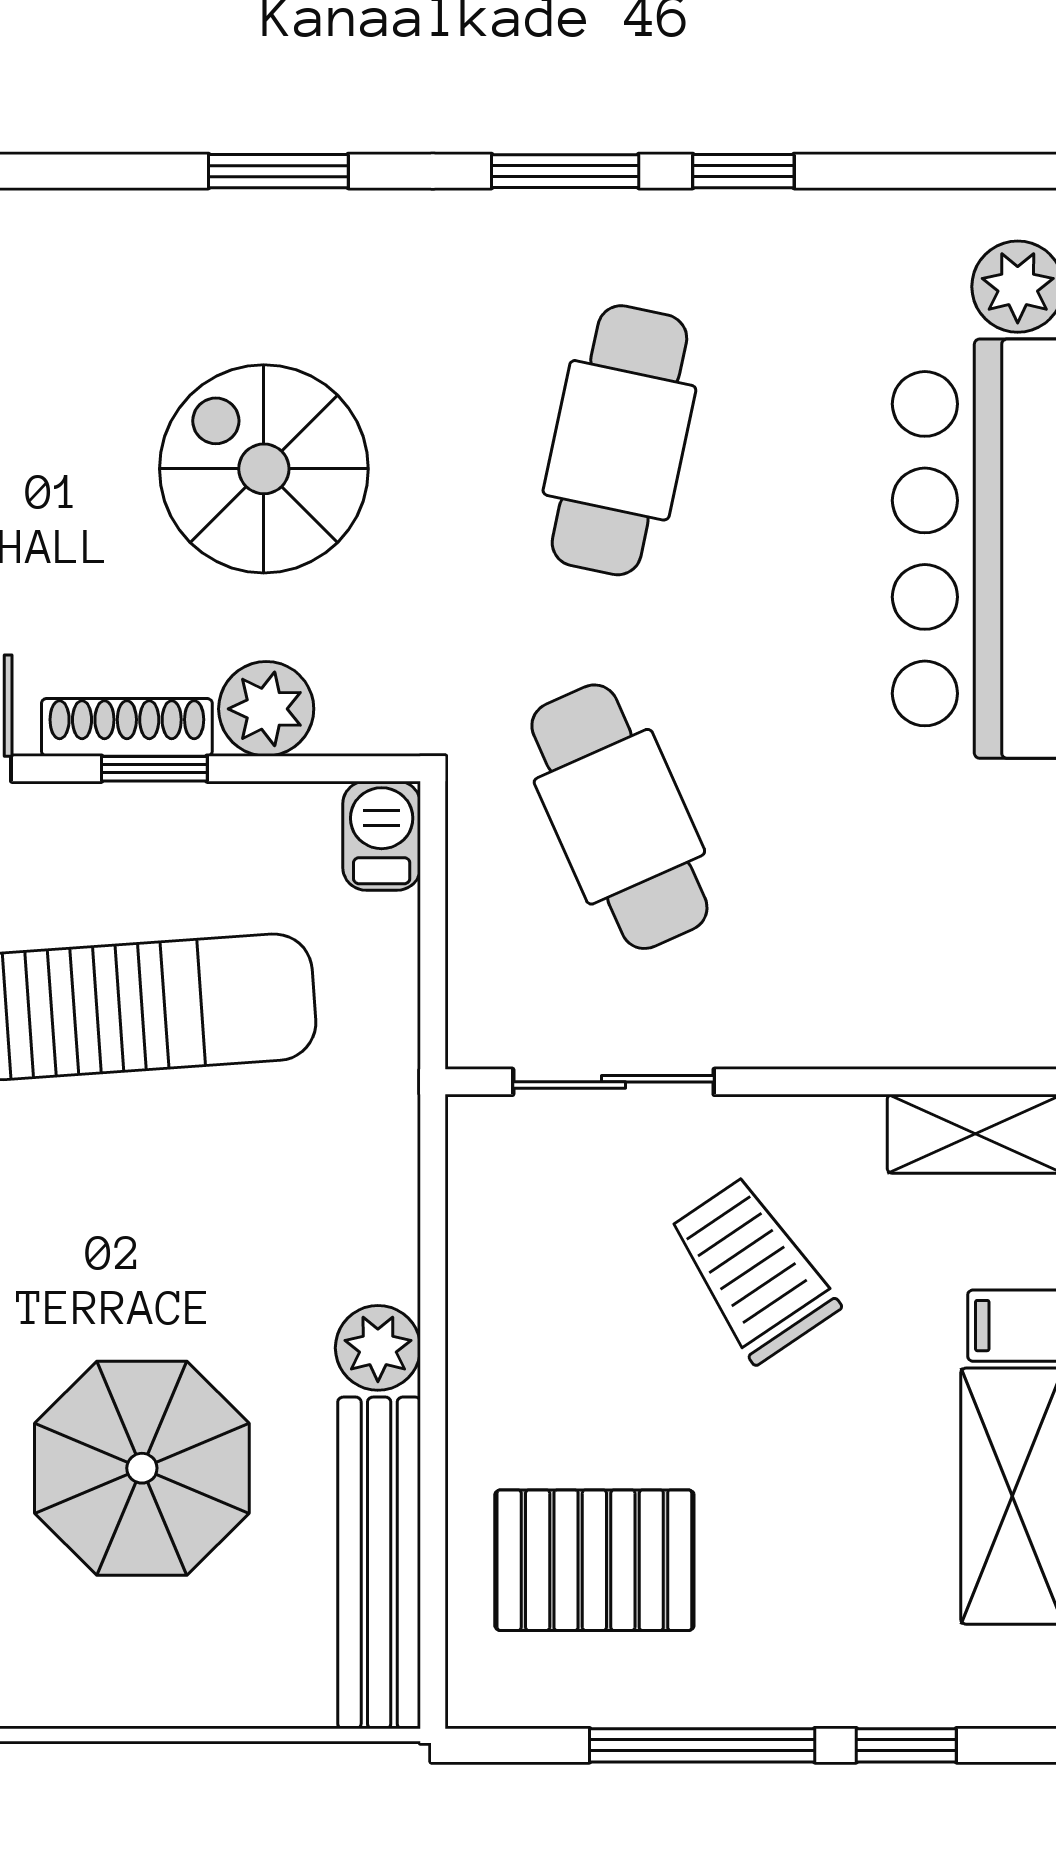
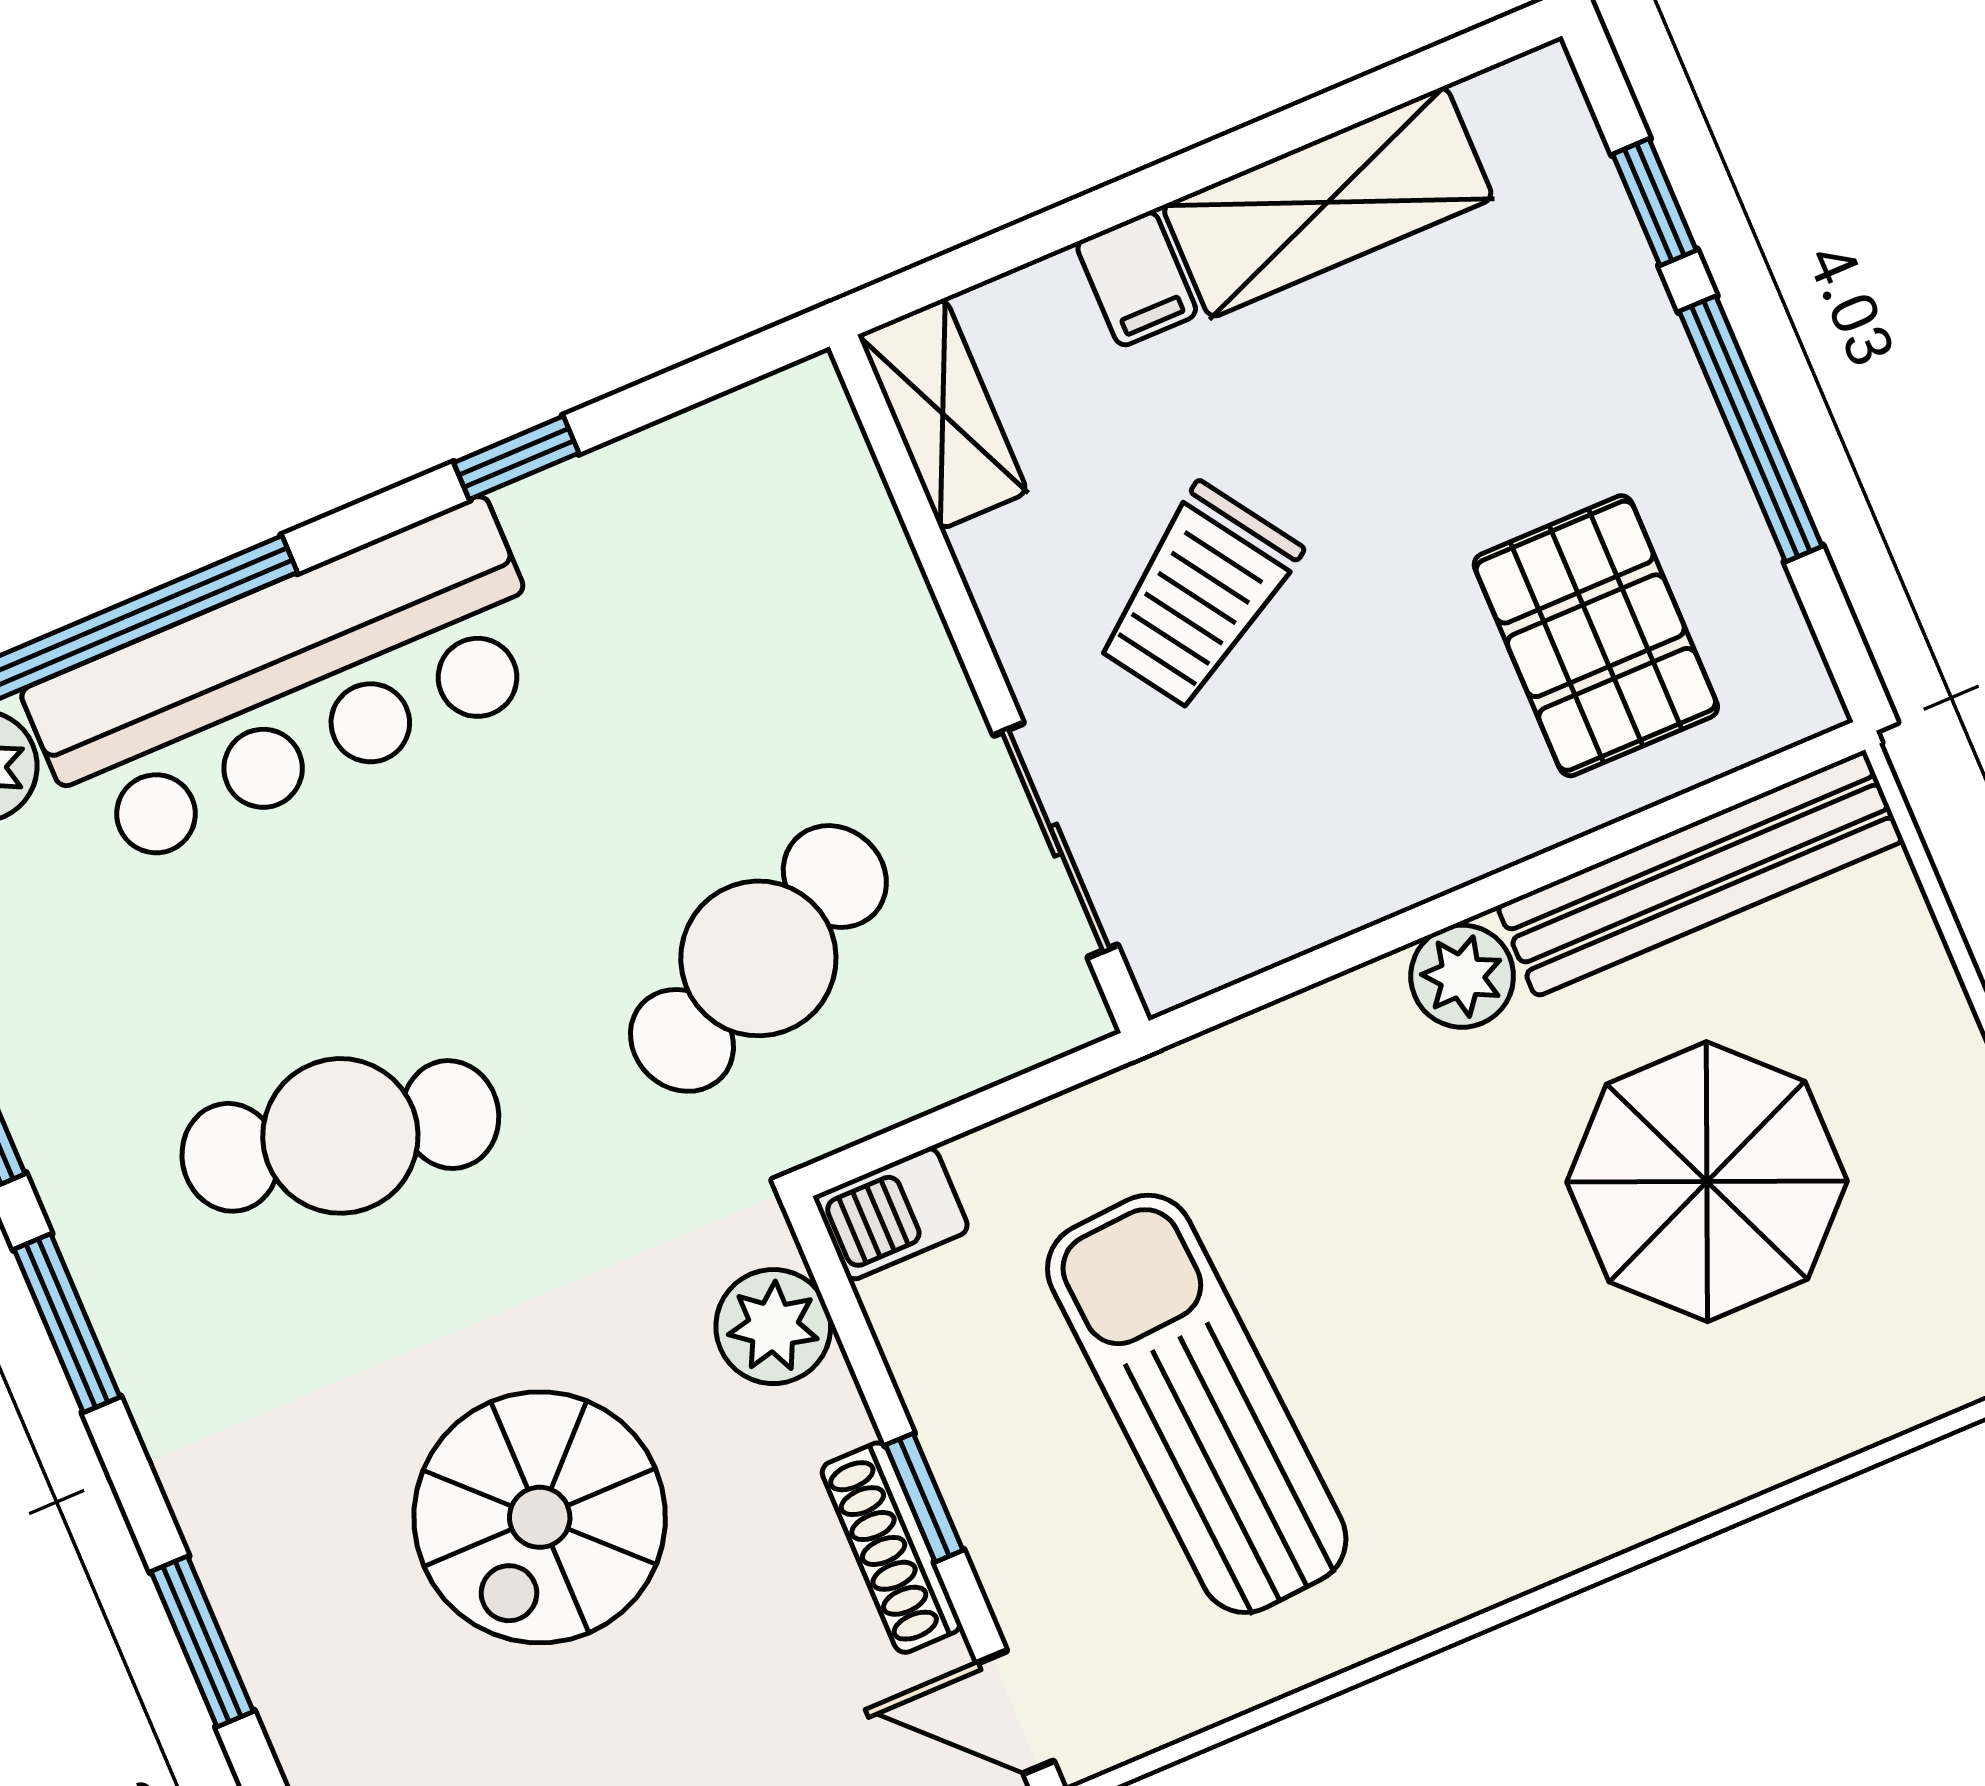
plant: (266, 709) -> (773, 1327), moved

